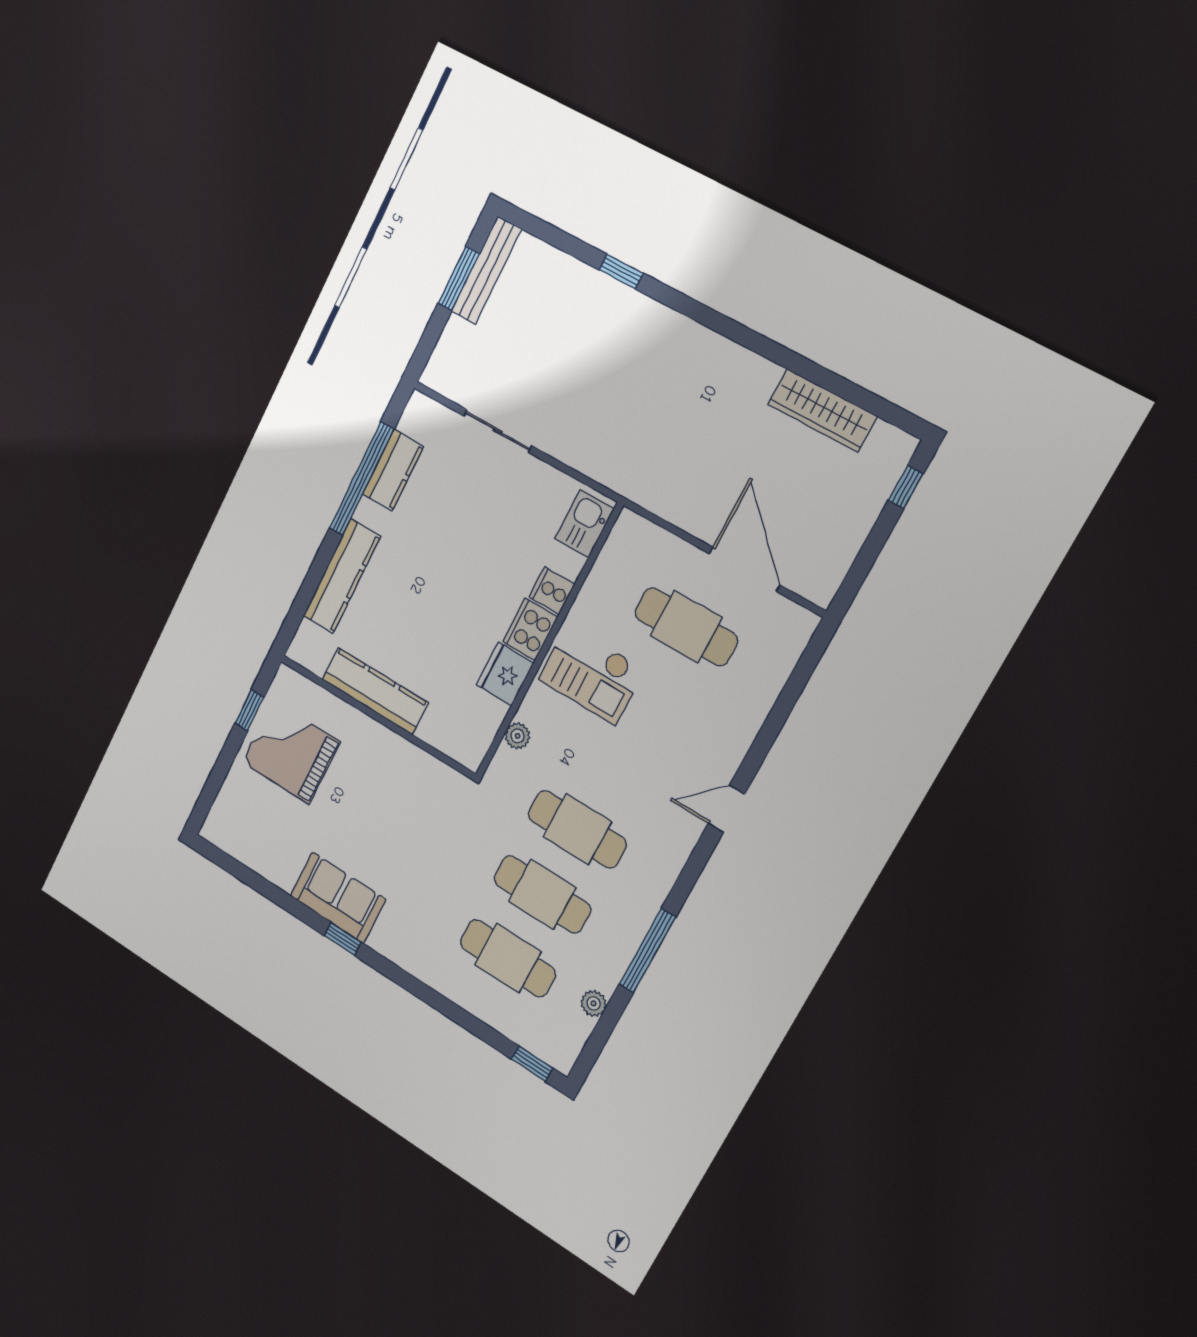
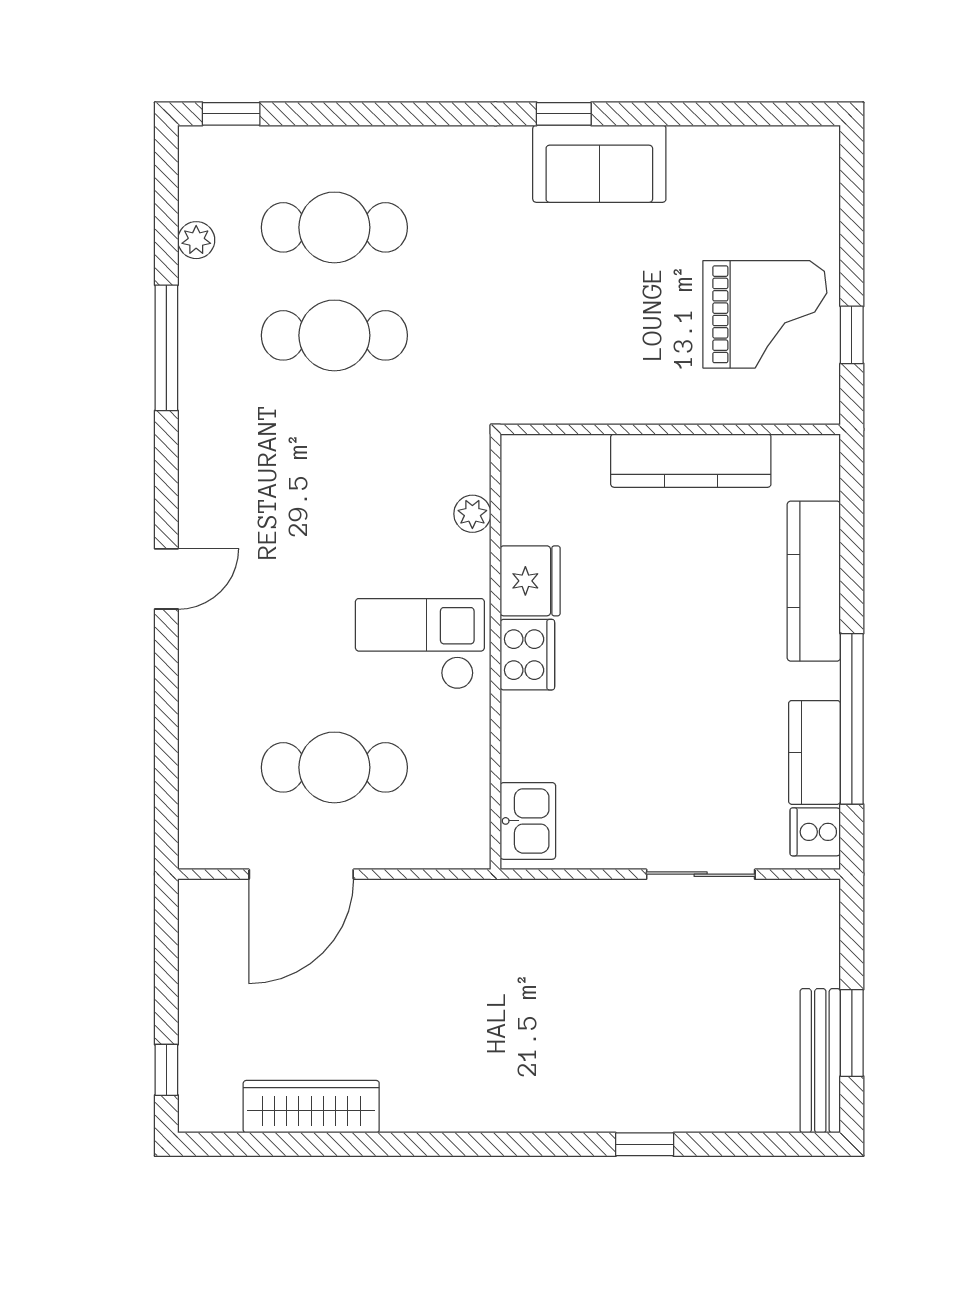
door: (745, 569) -> (301, 874), hinge flipped
cooker: (552, 591) -> (815, 832), moved, turned 180
cafe table: (577, 829) -> (334, 443), removed

